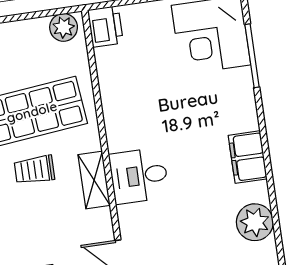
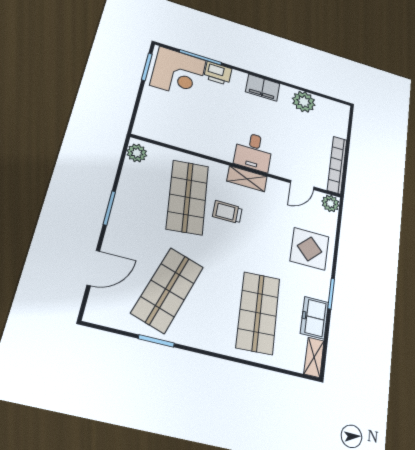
printer: (105, 26) -> (218, 73), moved, turned 180
trolley: (34, 170) -> (227, 212), turned 90

